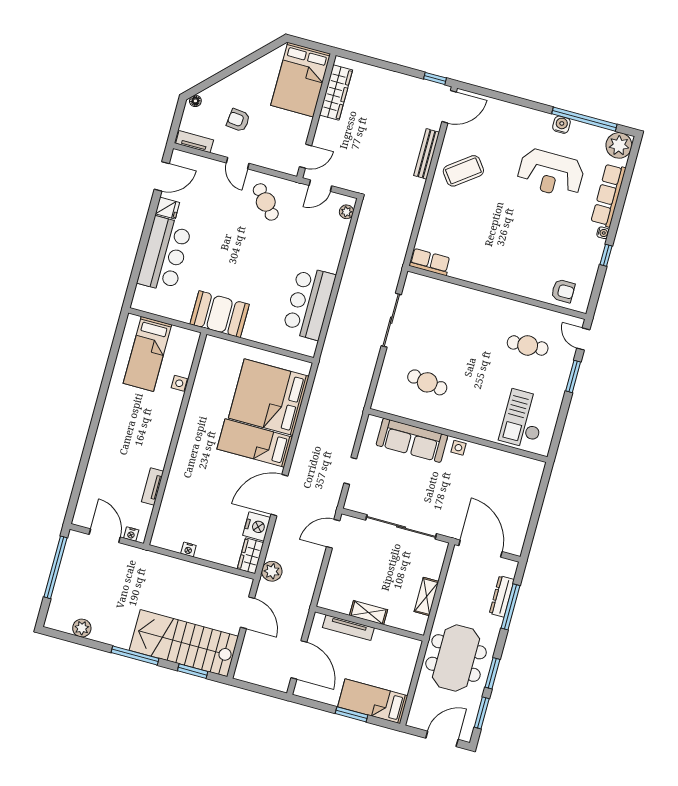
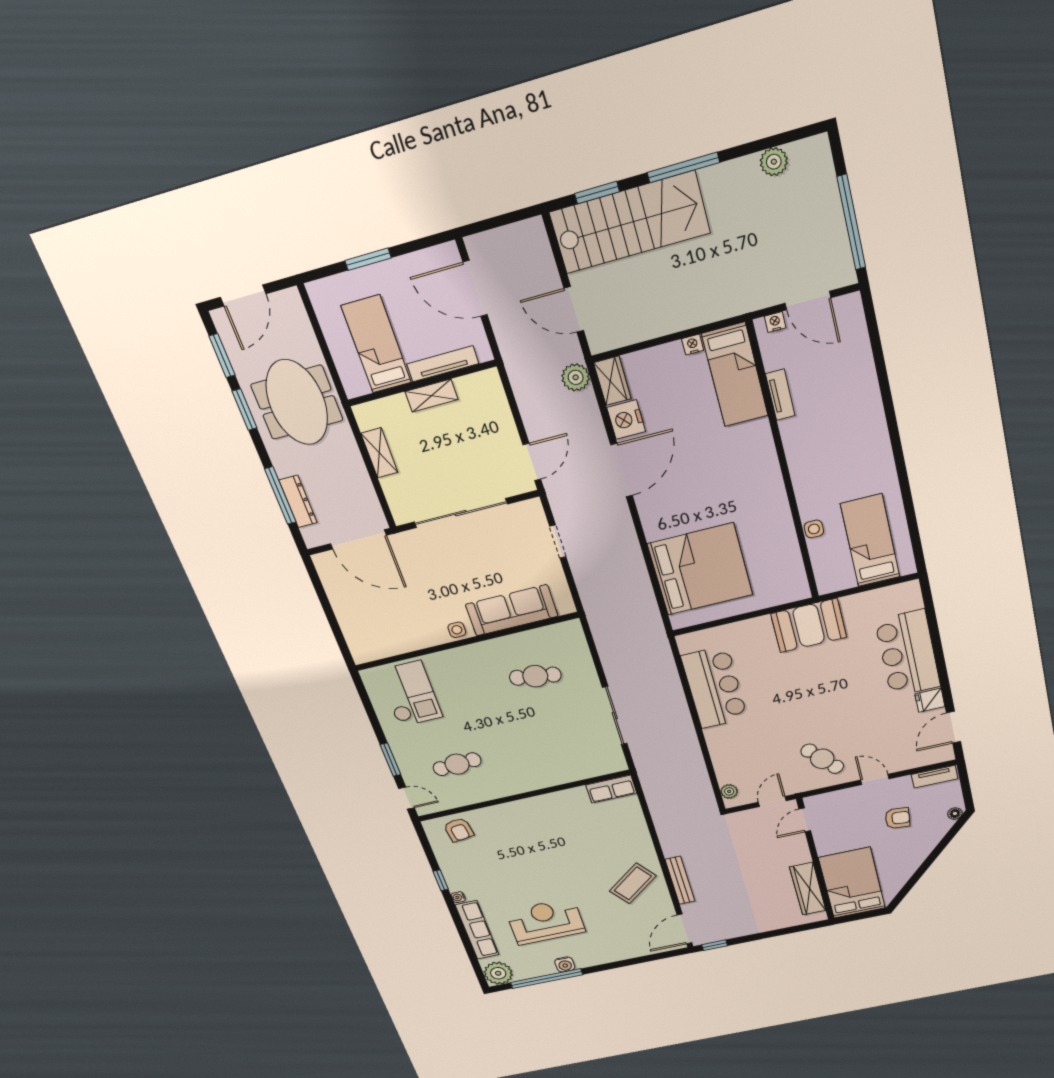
armchair: (563, 291) -> (459, 830), turned -98
bed: (255, 443) -> (735, 375), moved, turned 90
bed: (373, 701) -> (376, 344), moved, turned -90

